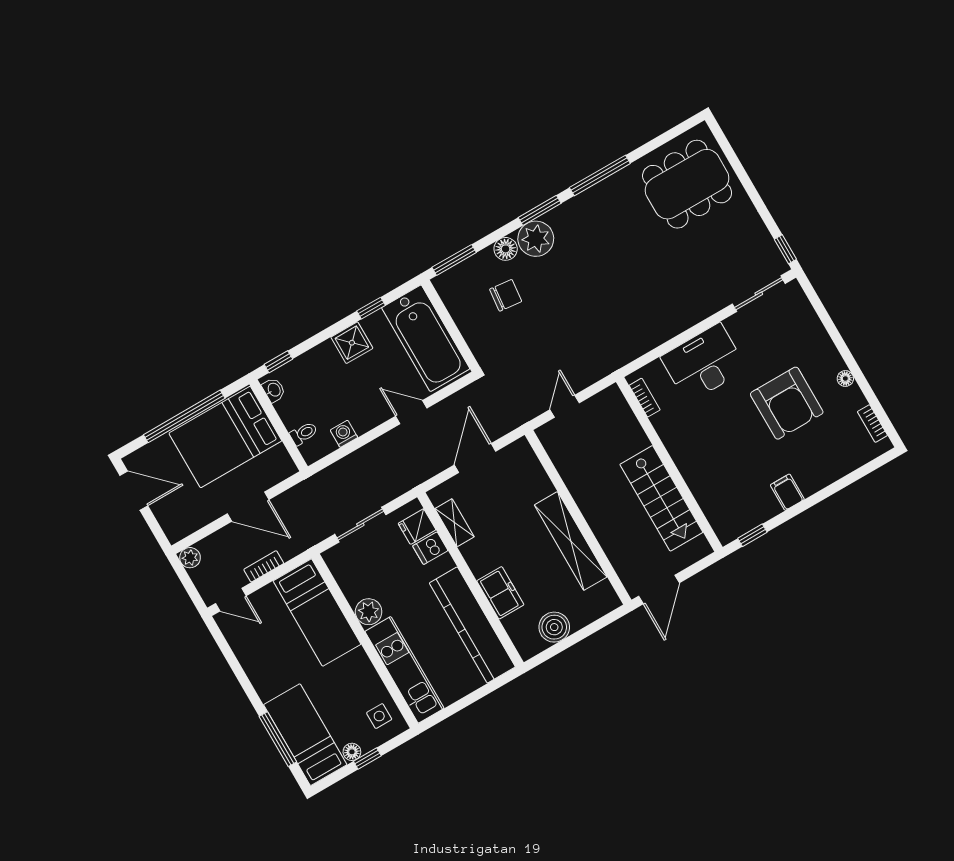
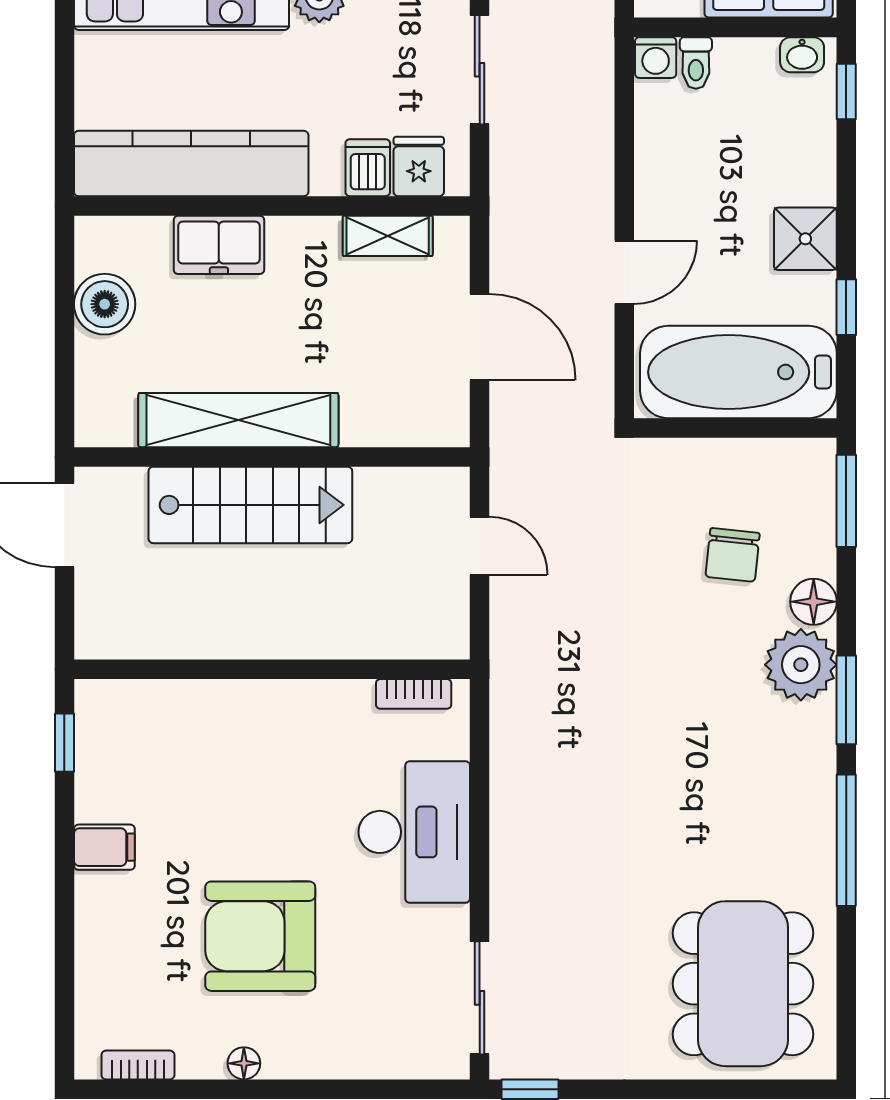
washing machine: (344, 434) -> (656, 58), moved, turned 90
stairs: (661, 498) -> (250, 505), moved, turned 180

